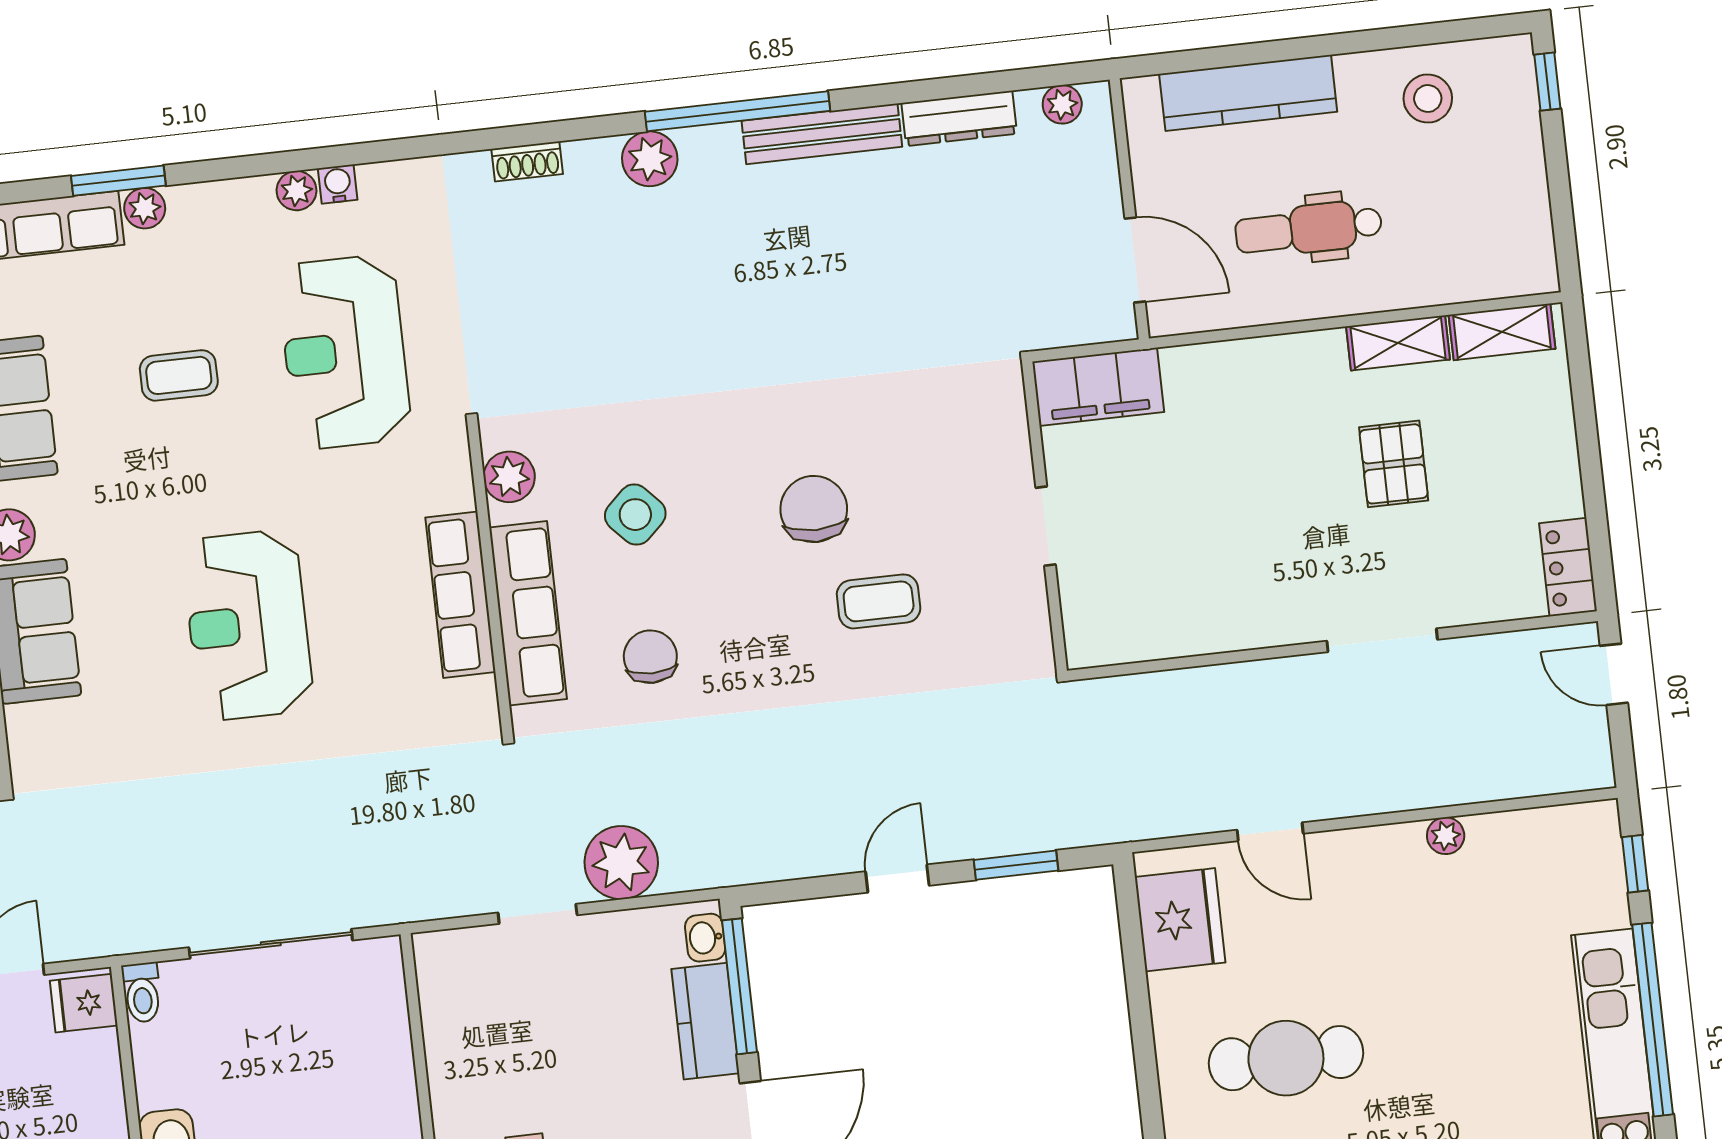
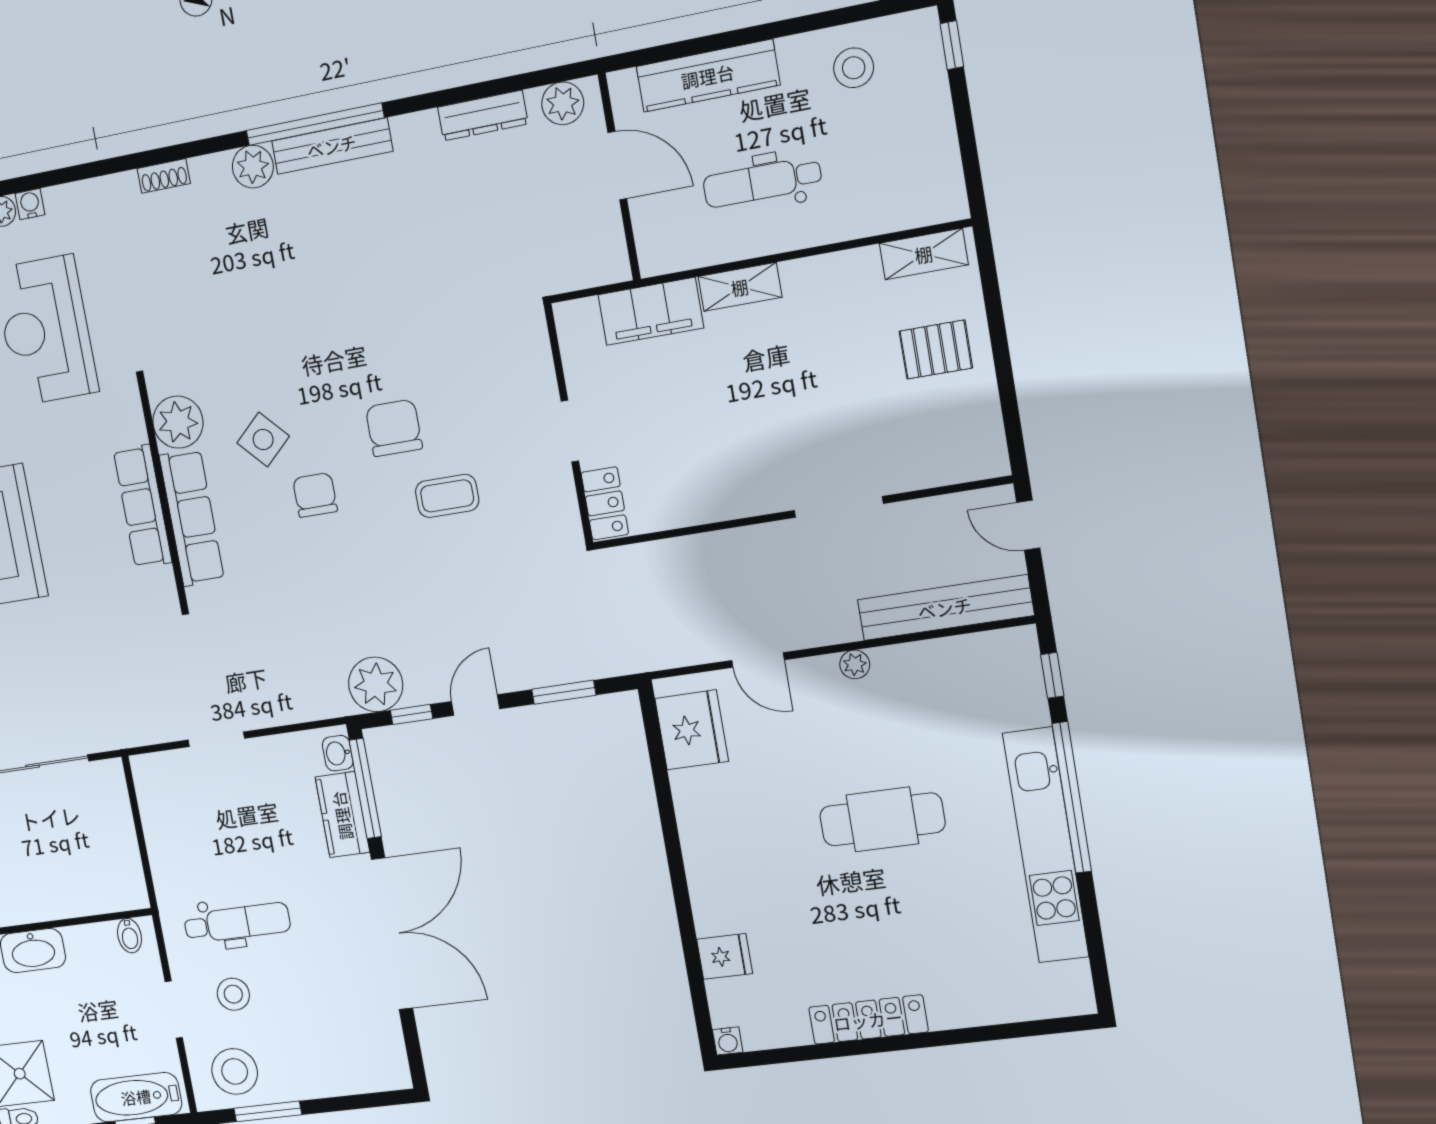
plant: (1062, 104) -> (563, 103), width x1.38, depth x1.38
bench: (822, 134) -> (332, 146), moved
door: (1135, 260) -> (617, 166), moved
shelving: (1398, 343) -> (740, 287), moved
filing cabinet: (1098, 387) -> (651, 311), moved
pallet: (1394, 464) -> (936, 350), moved, turned 90
plant: (509, 477) -> (178, 422), width x1.36, depth x1.36
locker: (1568, 567) -> (605, 503), moved, turned 180
chair: (650, 657) -> (315, 495), moved
bench: (1508, 773) -> (945, 608), added
plant: (1446, 836) -> (855, 664), moved
plant: (621, 863) -> (376, 684), moved
window: (810, 888) -> (412, 714), added
cafe table: (1286, 1058) -> (882, 819), moved

